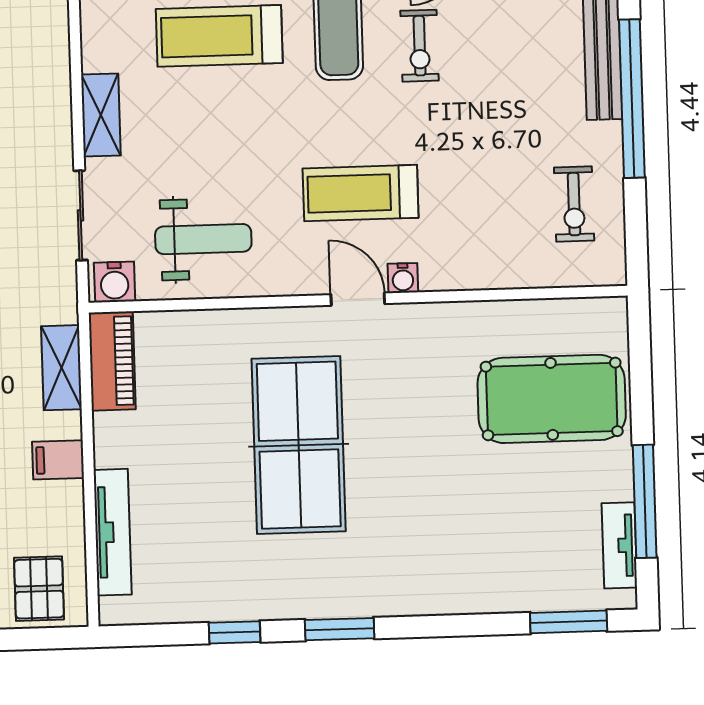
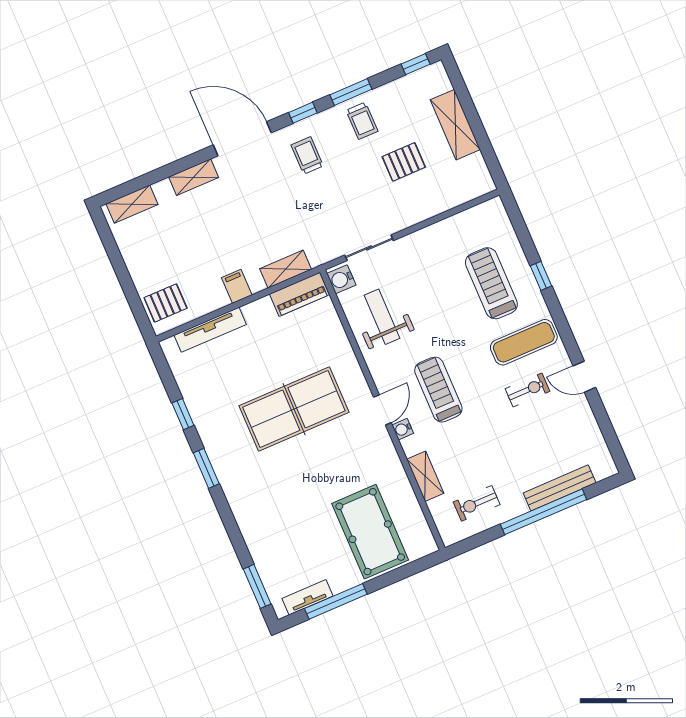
exercise bike: (420, 46) -> (528, 390), turned 180
shelving: (101, 115) -> (425, 476), moved, turned 90
weight bench: (203, 239) -> (382, 317), turned 180

